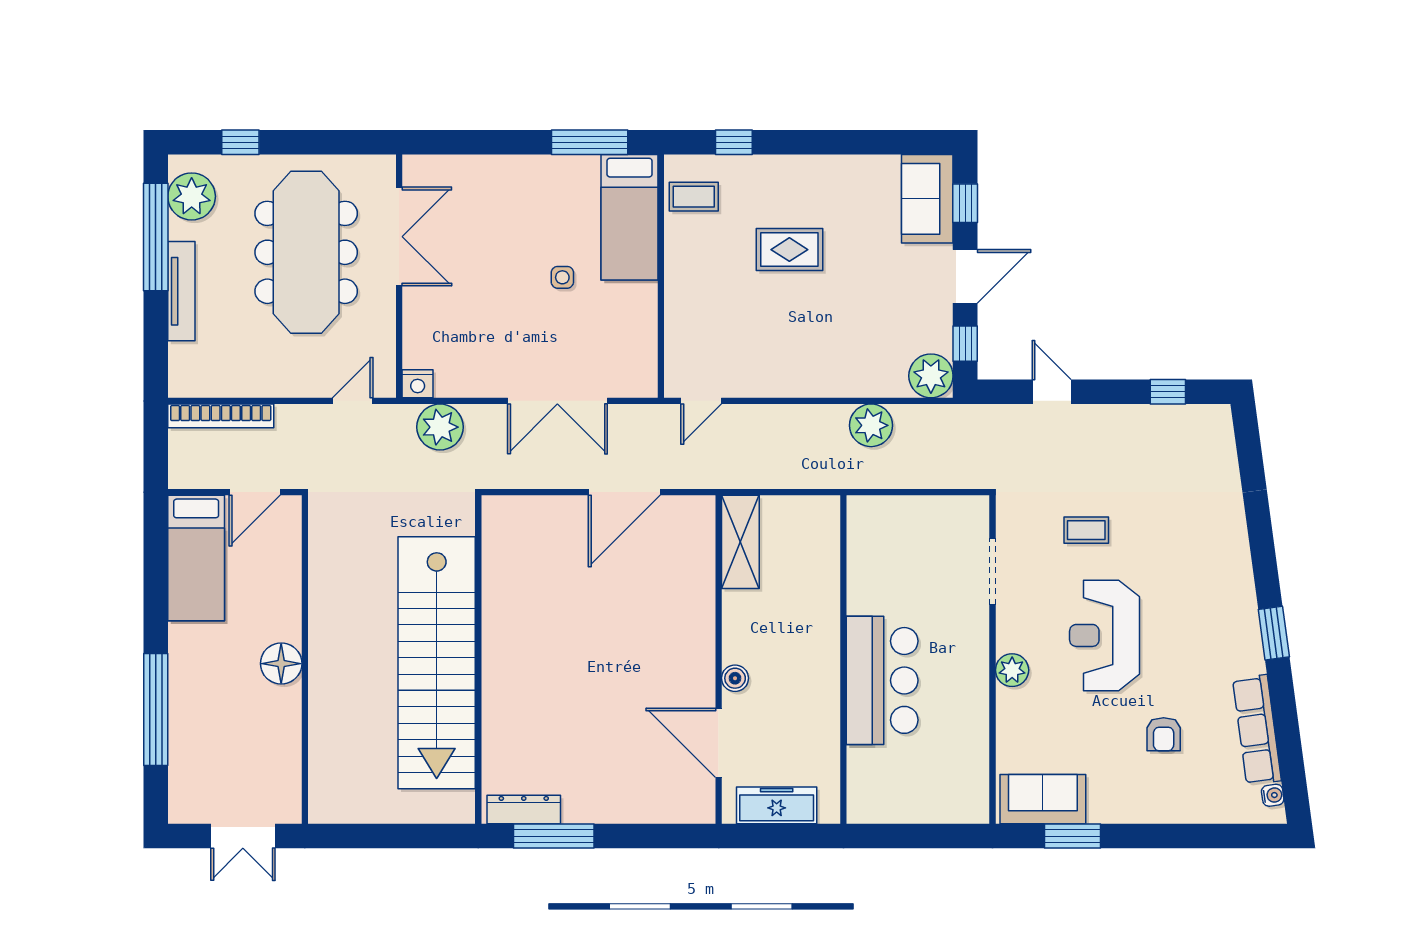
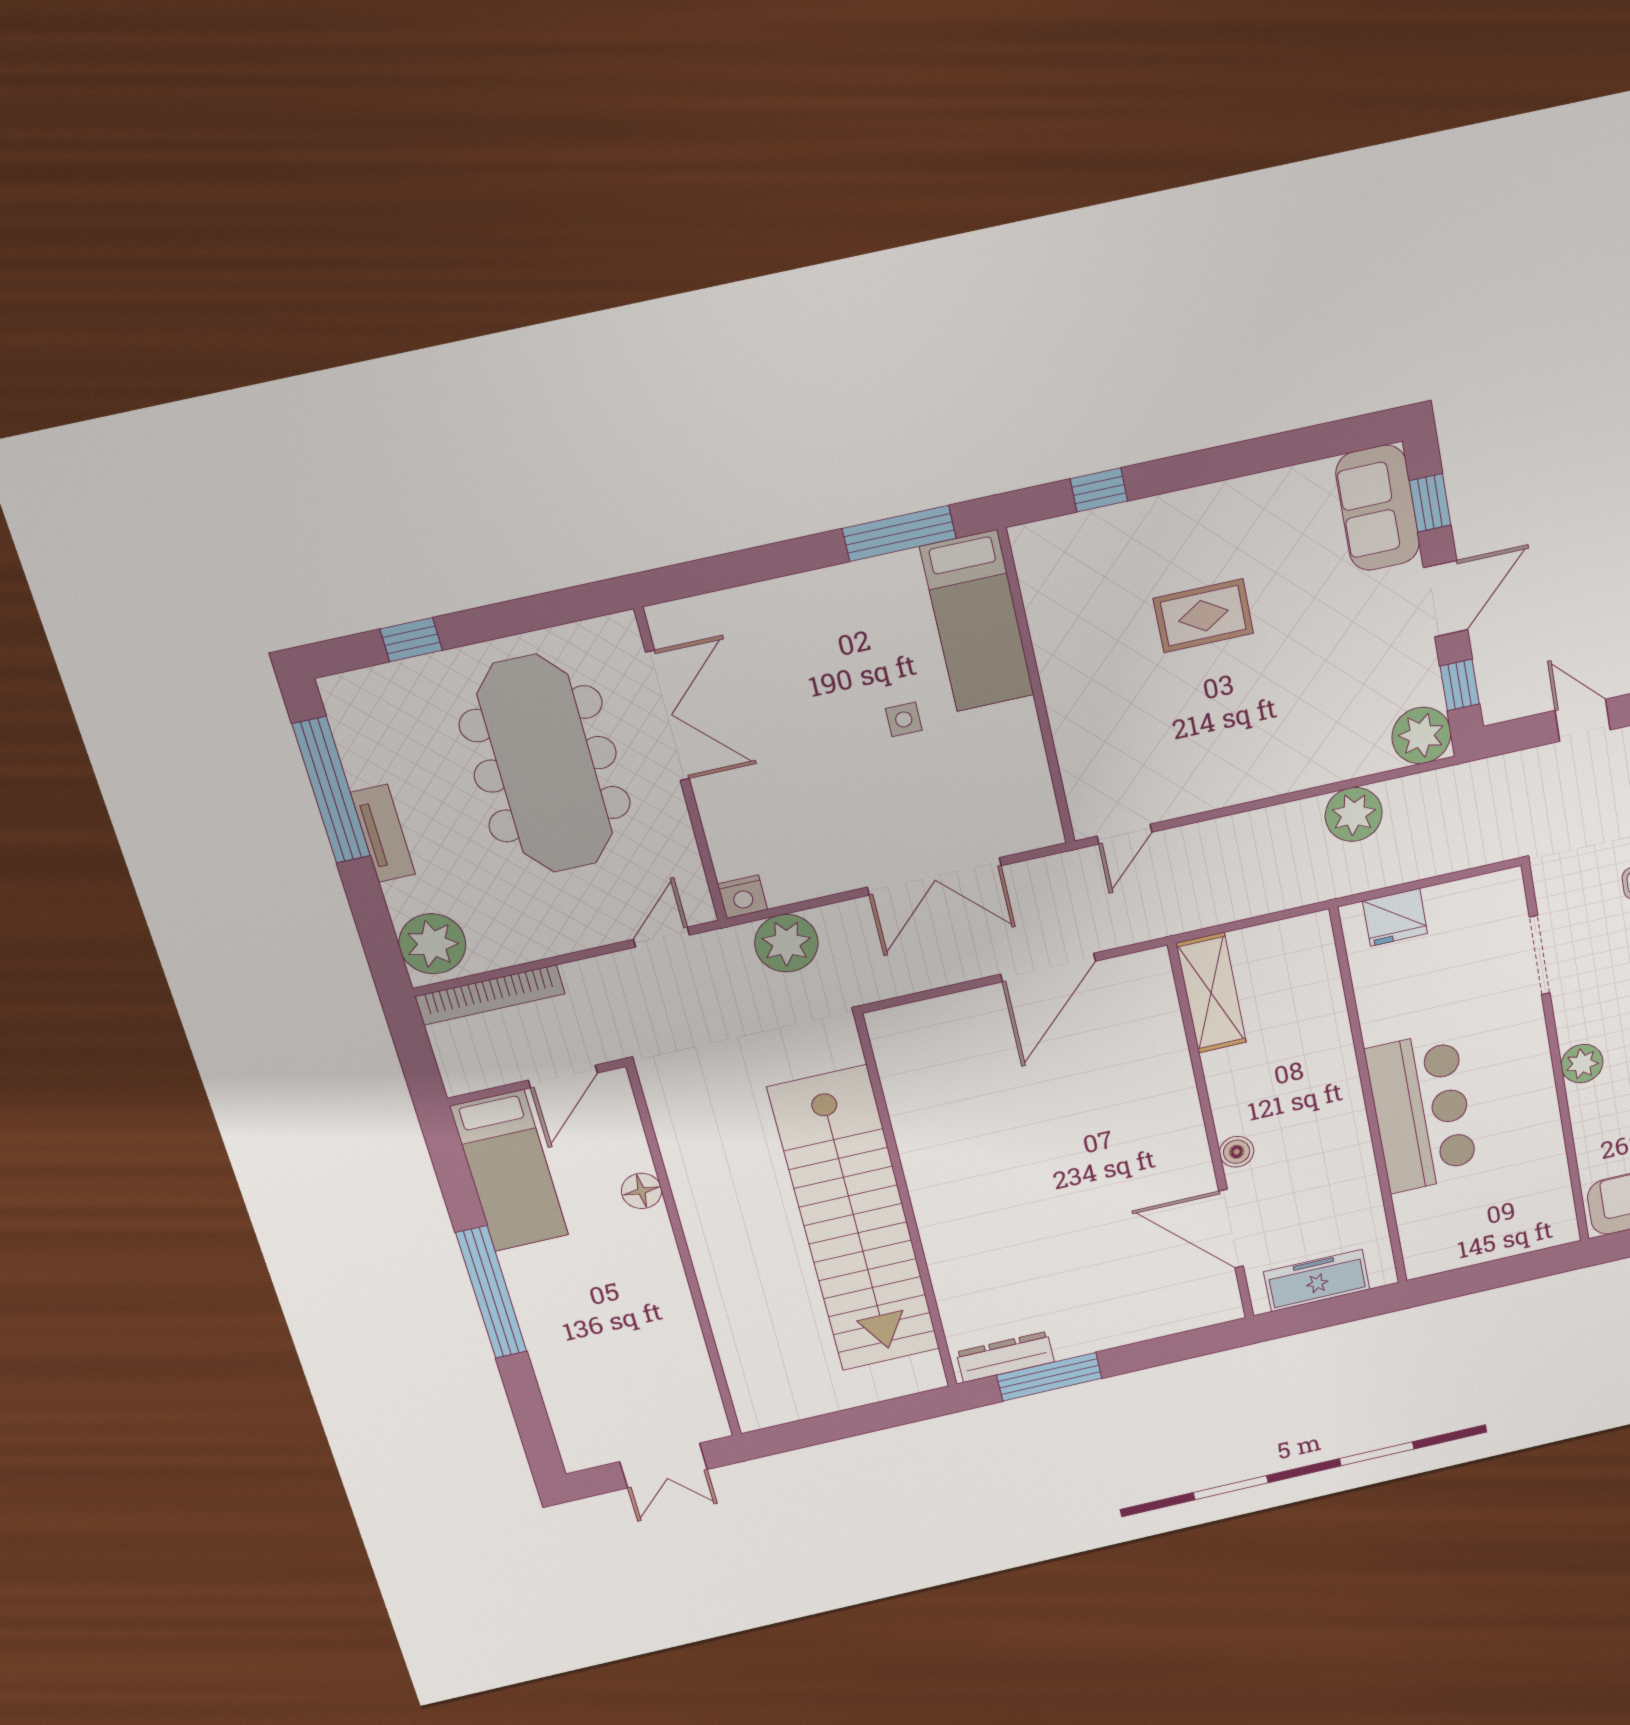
plant: (192, 196) -> (432, 944), moved
coffee table: (694, 197) -> (1059, 575), removed
tv unit: (181, 291) -> (383, 833), width x0.71
fridge: (888, 514) -> (1395, 917), added
floor lamp: (281, 664) -> (642, 1191), moved, width x0.73, depth x0.73
window: (156, 710) -> (491, 1292), moved

